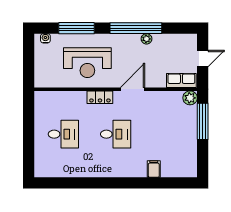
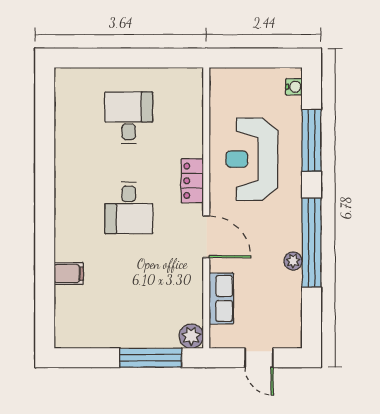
row of seats: (181, 80) -> (221, 298), moved
desk: (63, 134) -> (129, 118), turned 180

